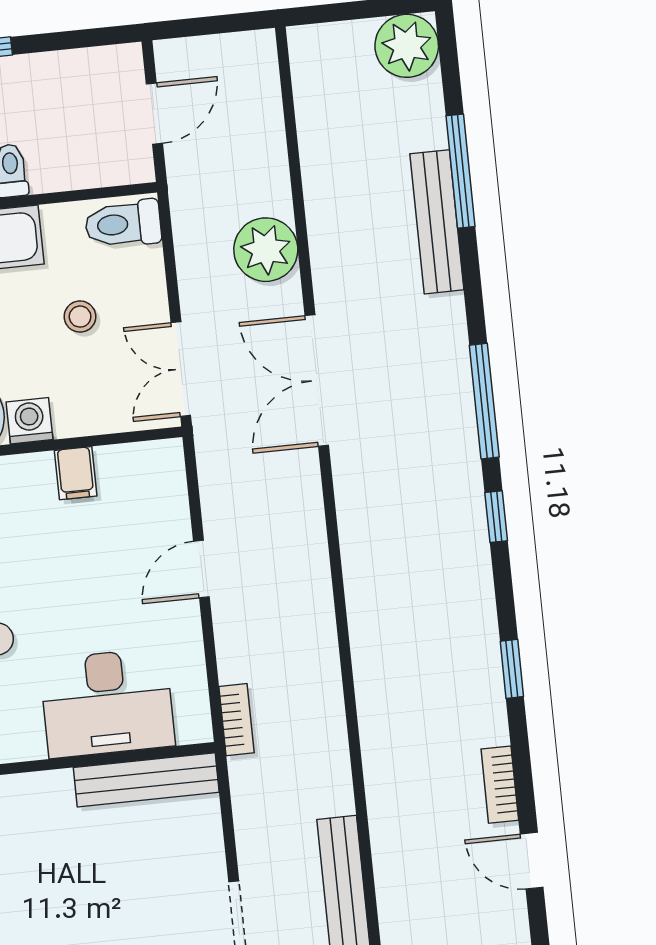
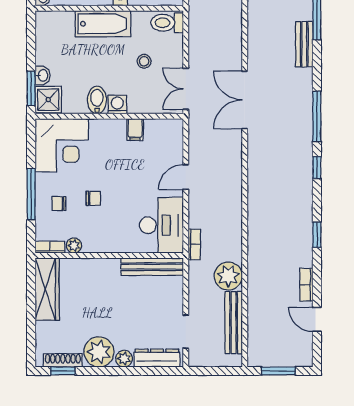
bench: (437, 222) -> (304, 44), width x0.73
plant: (266, 250) -> (228, 276), moved
desk: (107, 703) -> (161, 225), moved, turned -90

